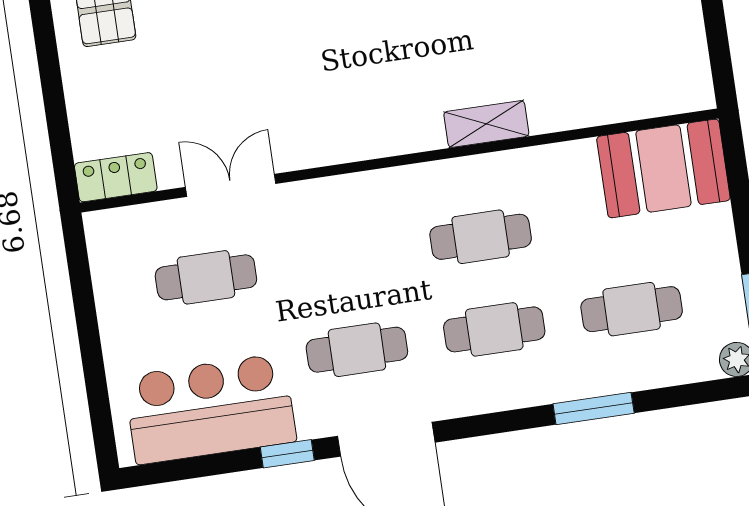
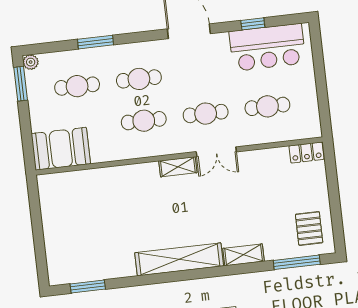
shelving: (486, 124) -> (178, 167), moved
double door: (231, 185) -> (216, 152), moved
cafe table: (357, 350) -> (206, 114), moved
window: (287, 454) -> (253, 24), moved

